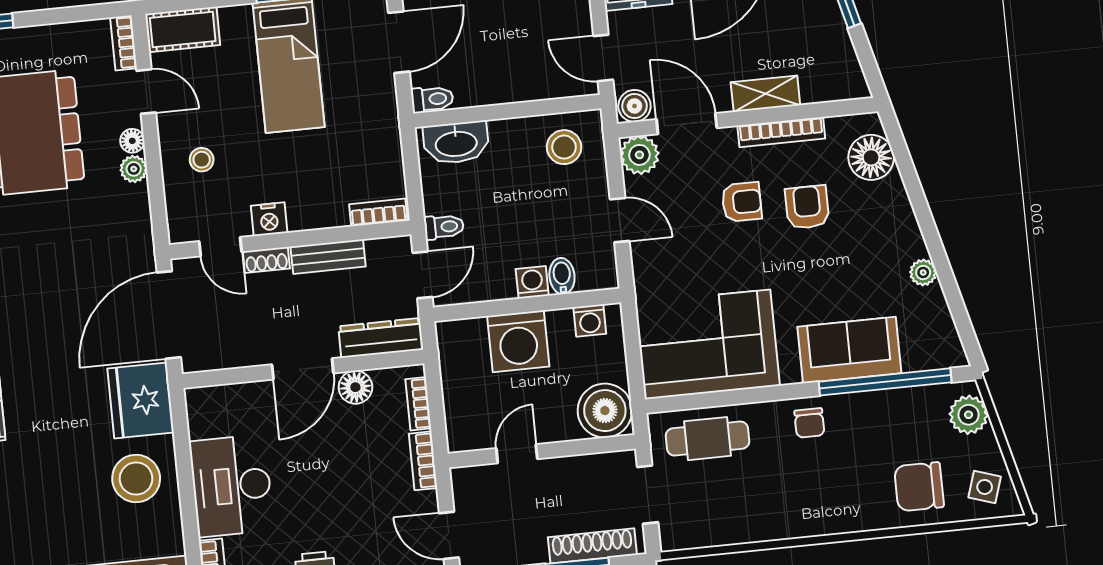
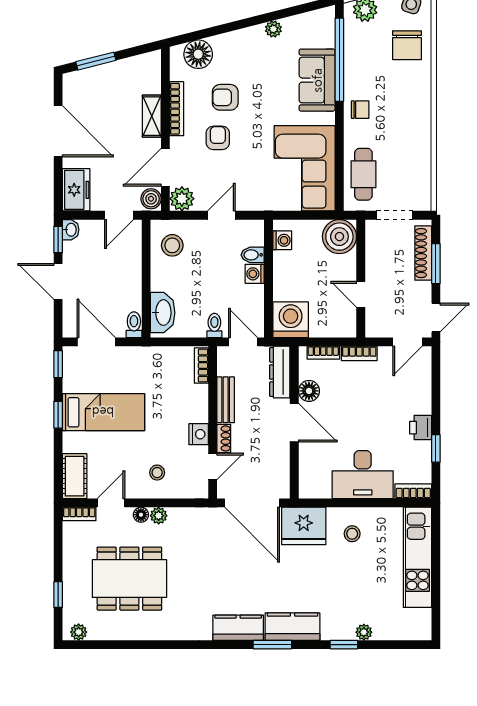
washing machine: (518, 341) -> (291, 320), moved, turned -90
stool: (136, 479) -> (352, 534), width x0.53, depth x0.53

